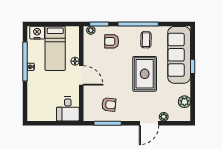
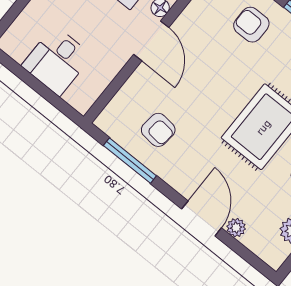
desk: (68, 109) -> (57, 61), moved
door: (149, 123) -> (202, 218), swing flipped

